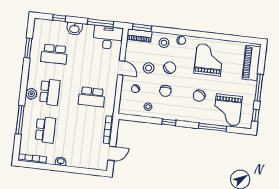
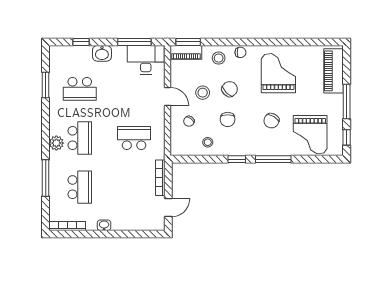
school desk: (92, 97) -> (134, 138), turned 180
window: (213, 127) -> (273, 159), moved

